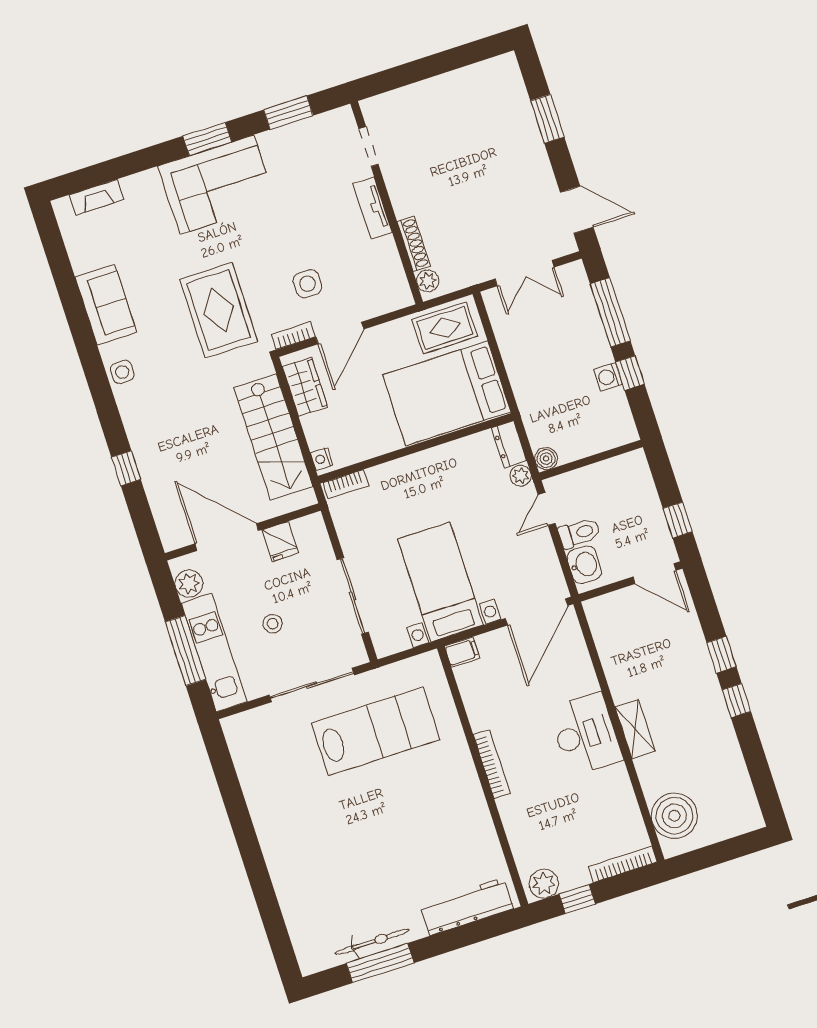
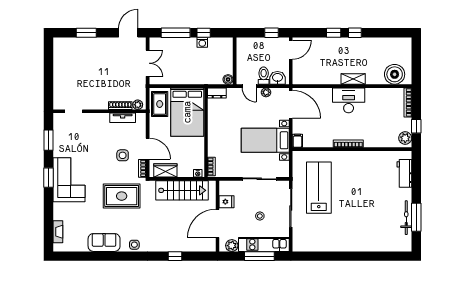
tv unit: (373, 208) -> (123, 118), moved
plant: (521, 476) -> (266, 92), moved
workbench: (467, 907) -> (404, 173), width x0.73

